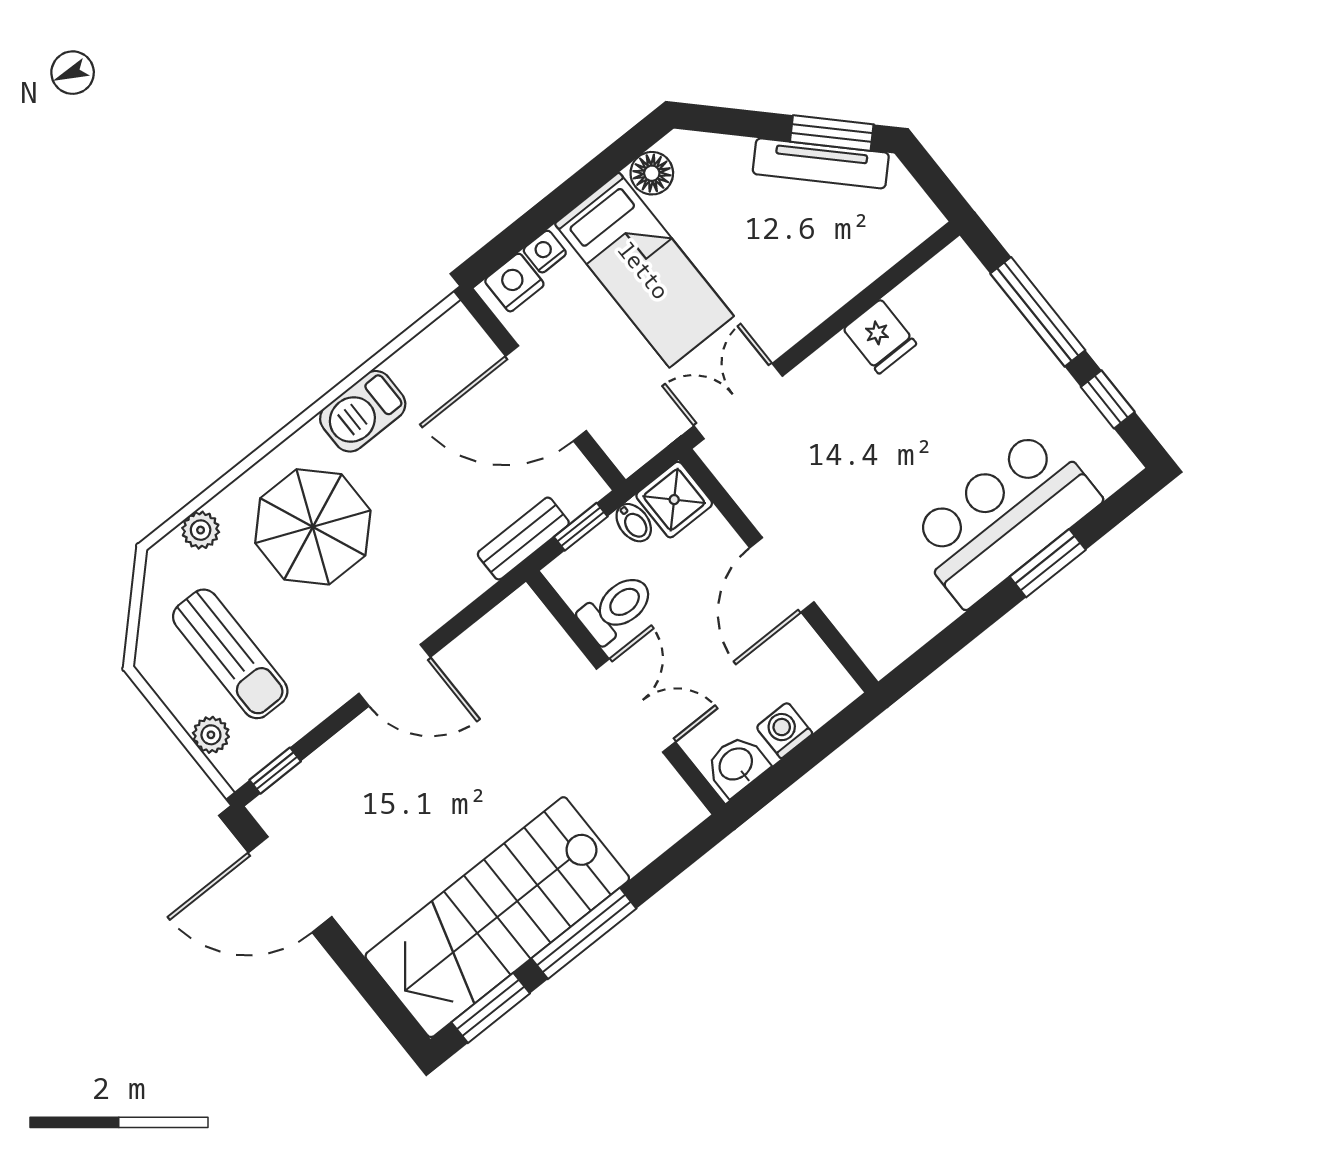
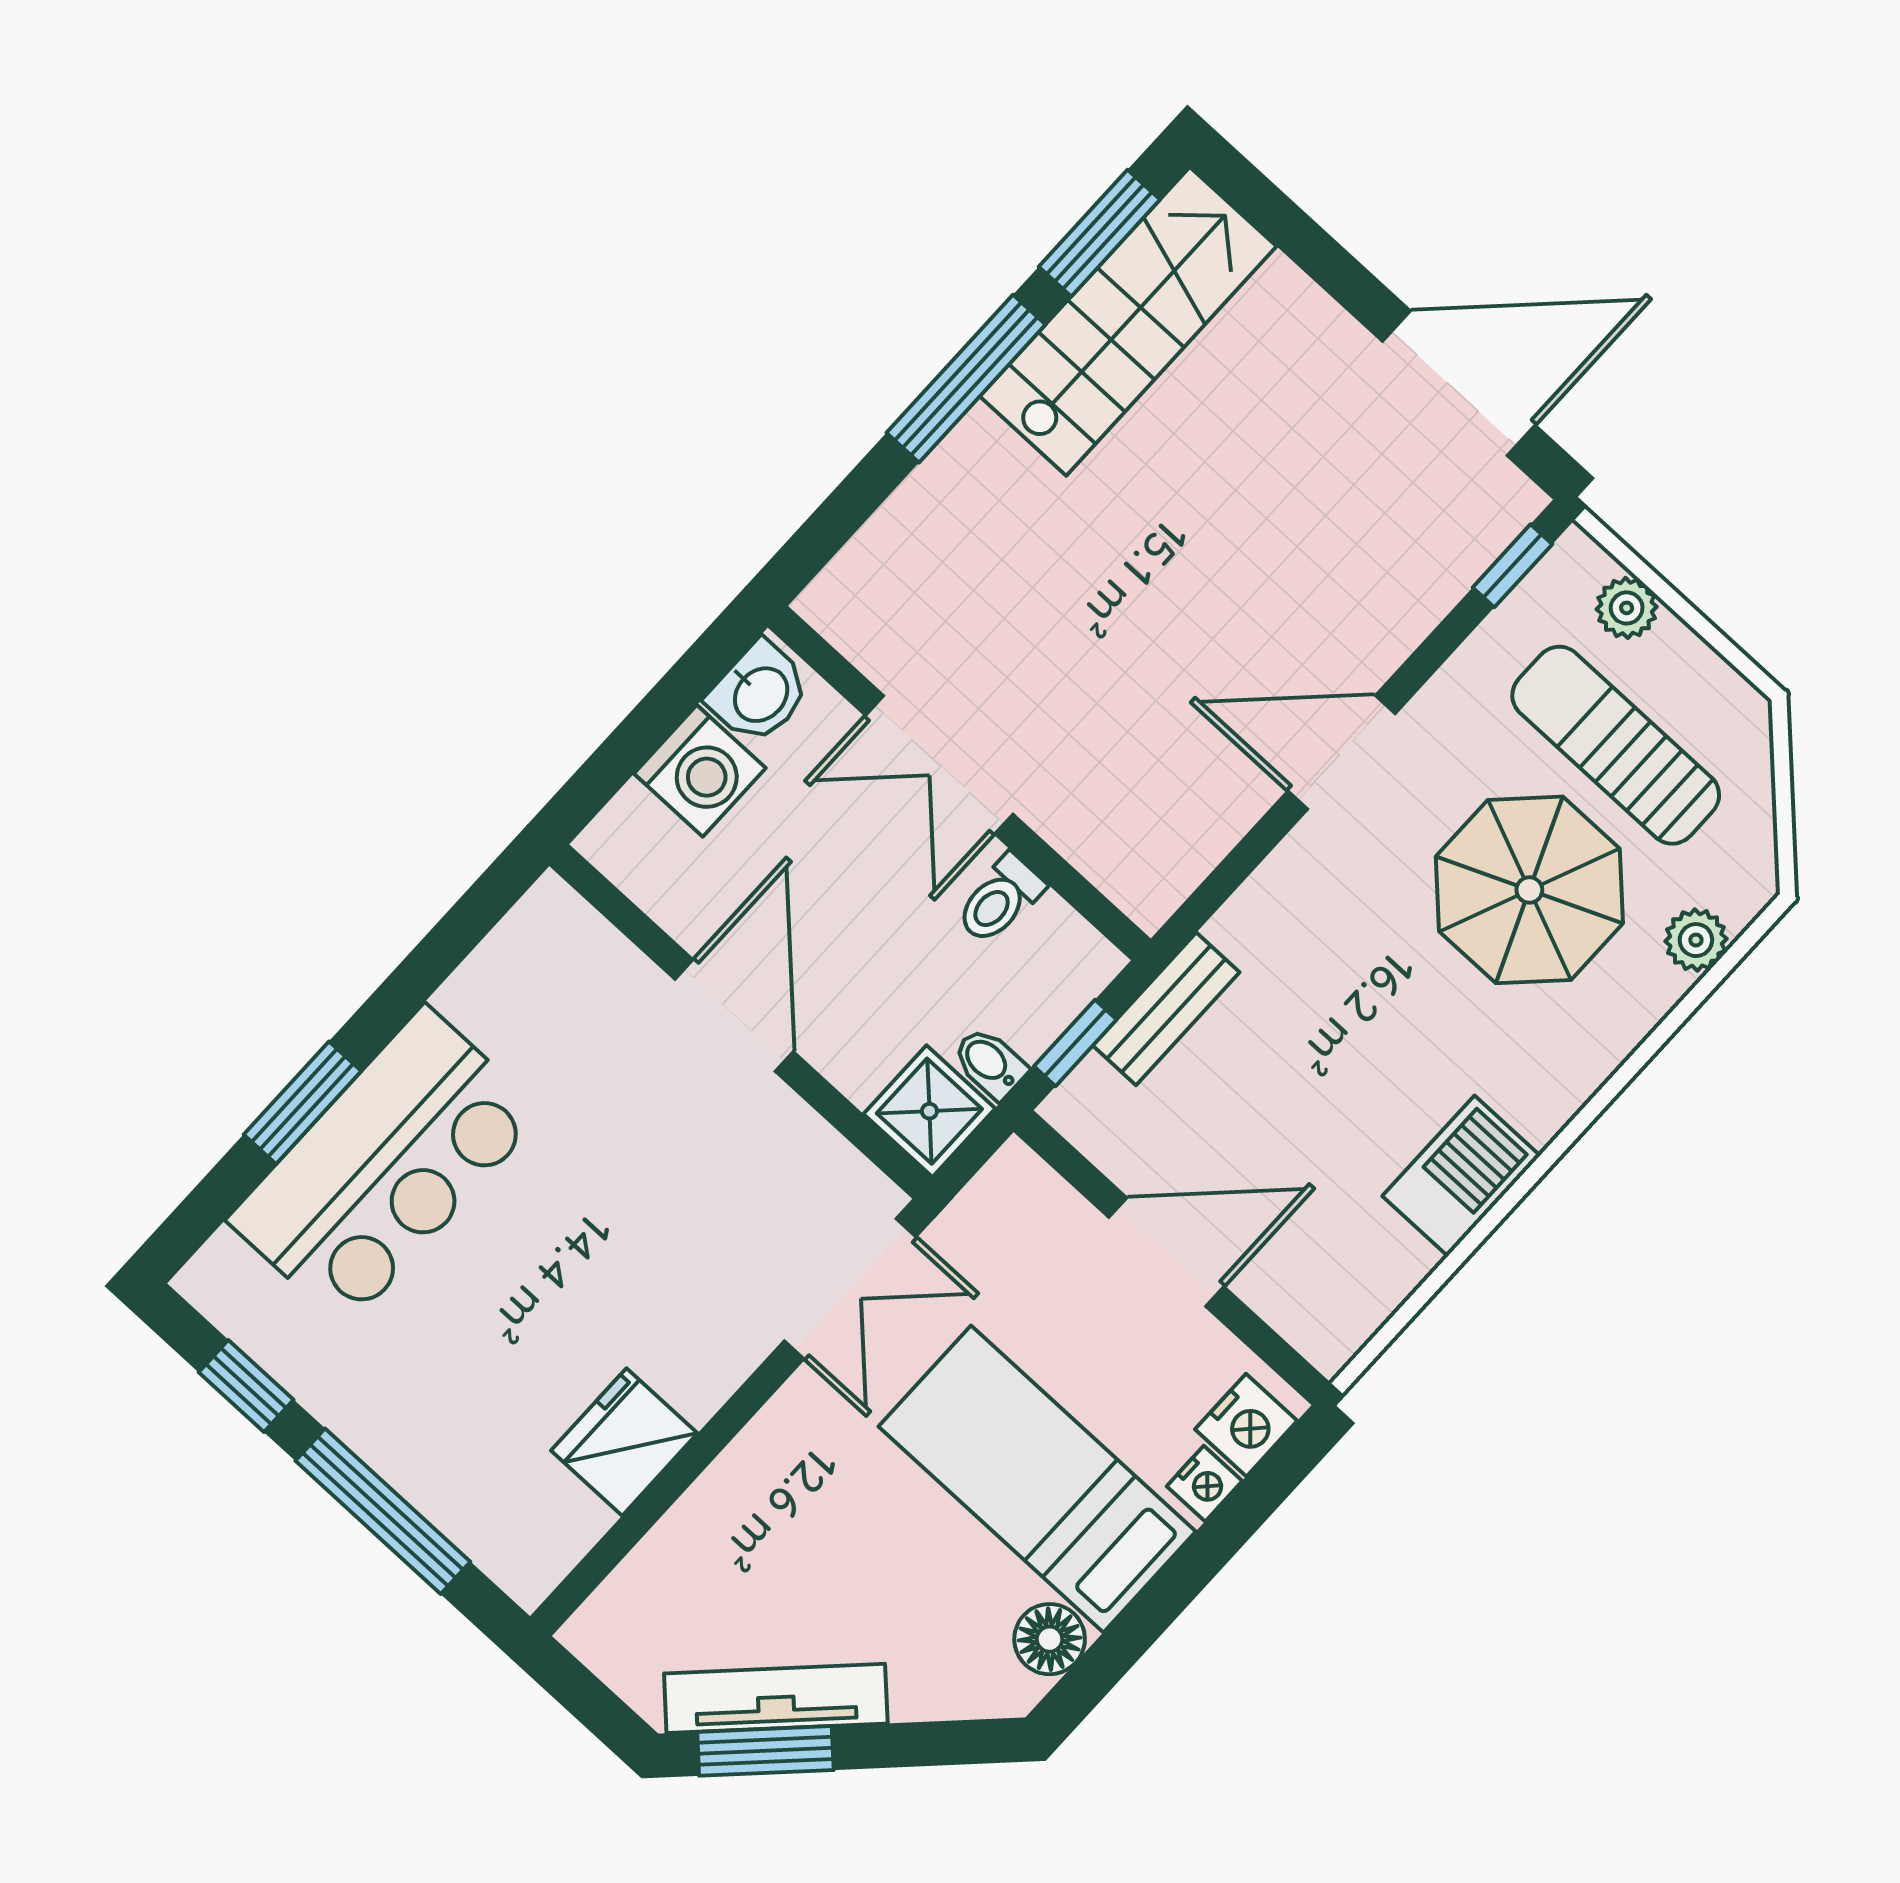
fridge: (880, 337) -> (624, 1442), width x1.38
door: (546, 393) -> (1166, 1252), width x0.73
parasol: (313, 527) -> (1529, 890), moved
toilet: (617, 608) -> (1000, 899), width x0.73, depth x0.72
washing machine: (784, 730) -> (700, 771), width x1.38, depth x1.38
stairs: (497, 917) -> (1128, 321), width x0.73, depth x0.66

